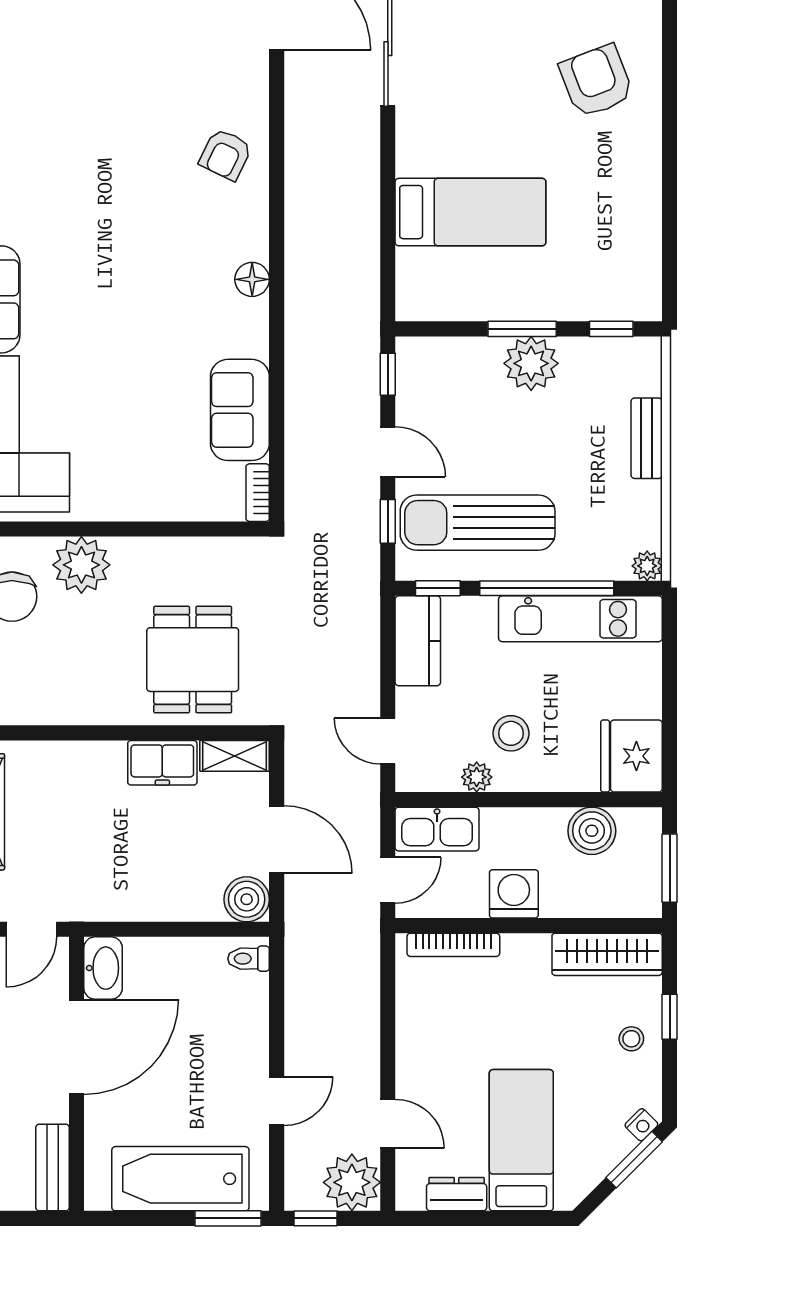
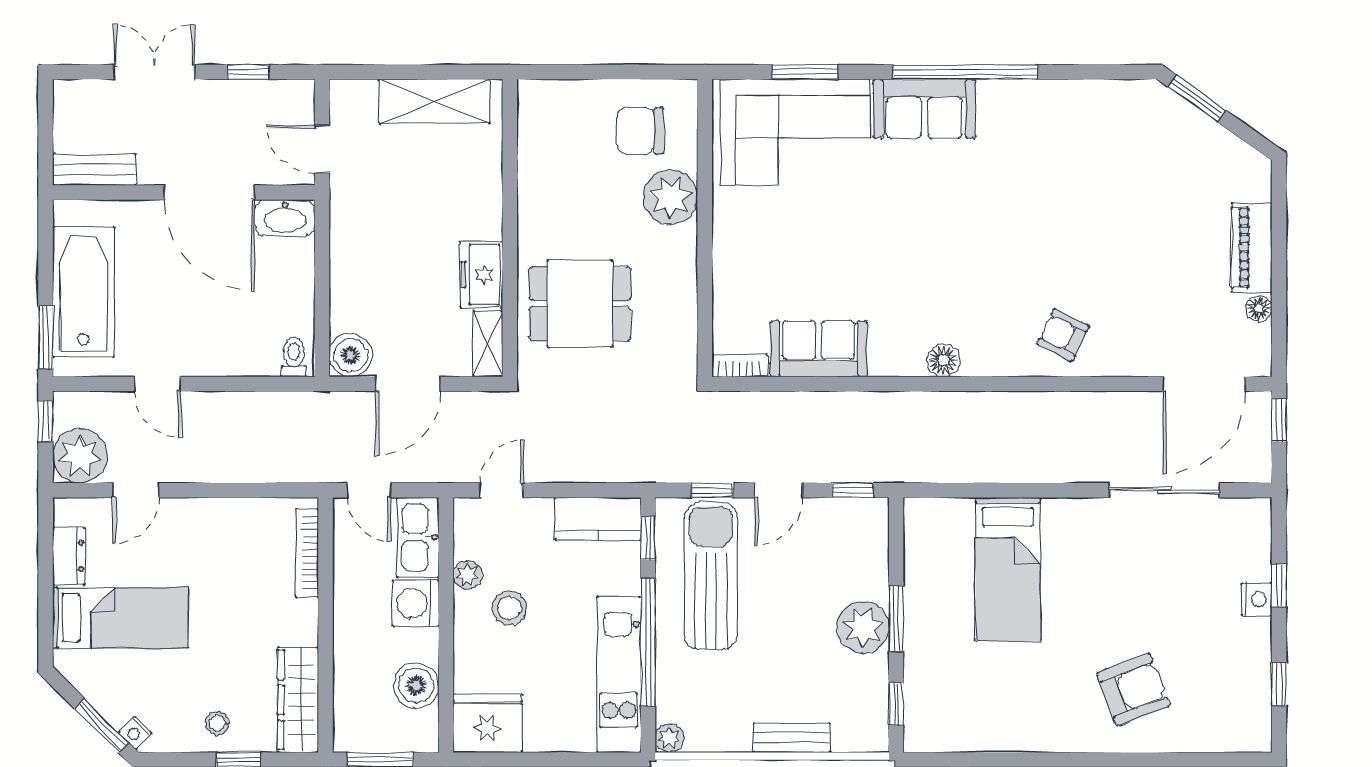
washing machine: (514, 894) -> (416, 603), moved, turned 180

